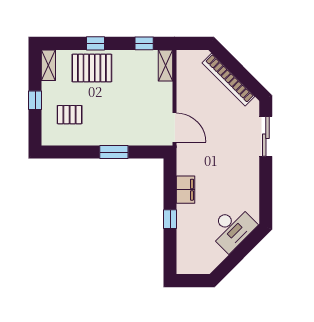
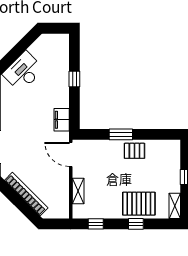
shelving: (166, 66) -> (78, 191), moved
pallet: (70, 115) -> (134, 151), moved
filing cabinet: (186, 190) -> (62, 120), moved

